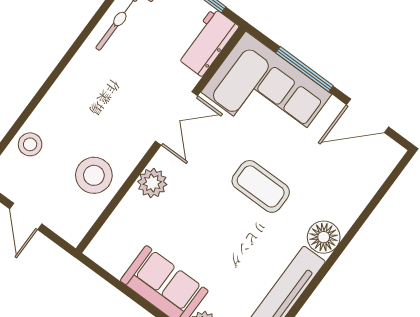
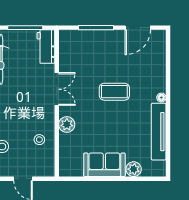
corner sofa: (266, 93) -> (87, 50), removed
stool: (94, 175) -> (39, 140), width x0.53, depth x0.53
floor lamp: (324, 237) -> (161, 98), width x0.53, depth x0.53

